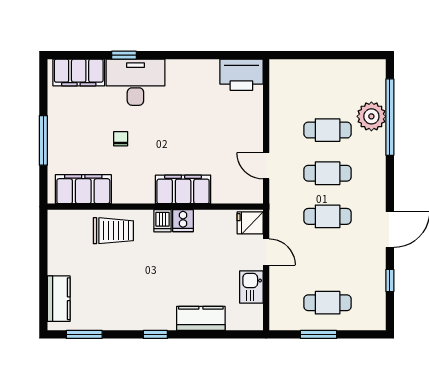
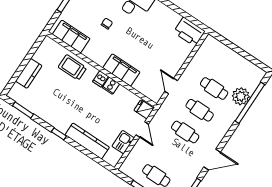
trolley: (113, 231) -> (72, 67), turned 180
kitchen counter: (59, 299) -> (29, 73), moved
kitchen counter: (201, 318) -> (87, 141), width x1.50

